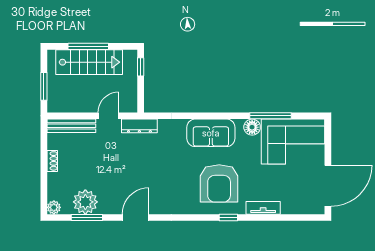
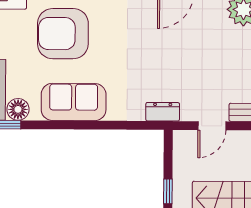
dresser: (139, 126) -> (163, 112), width x0.70
armchair: (219, 183) -> (63, 34), turned -90

